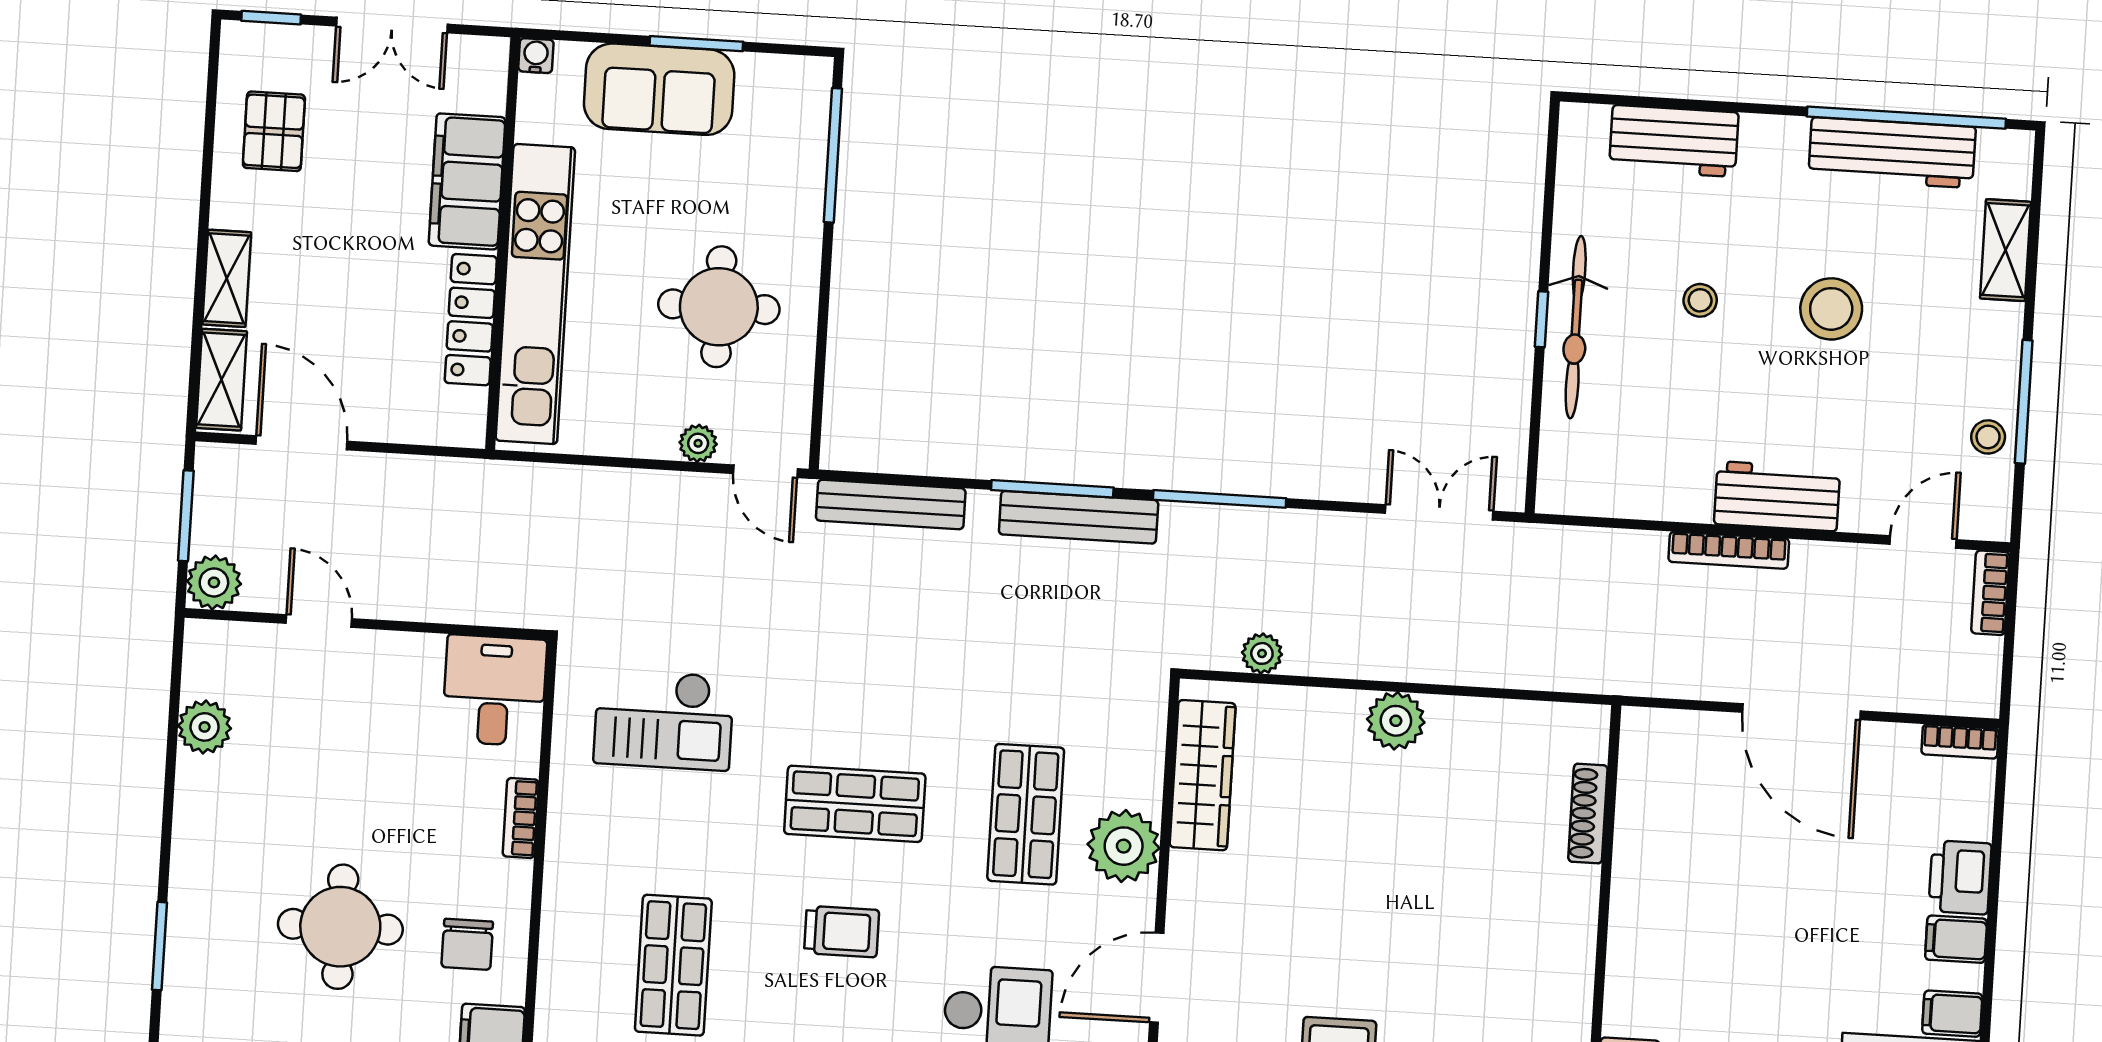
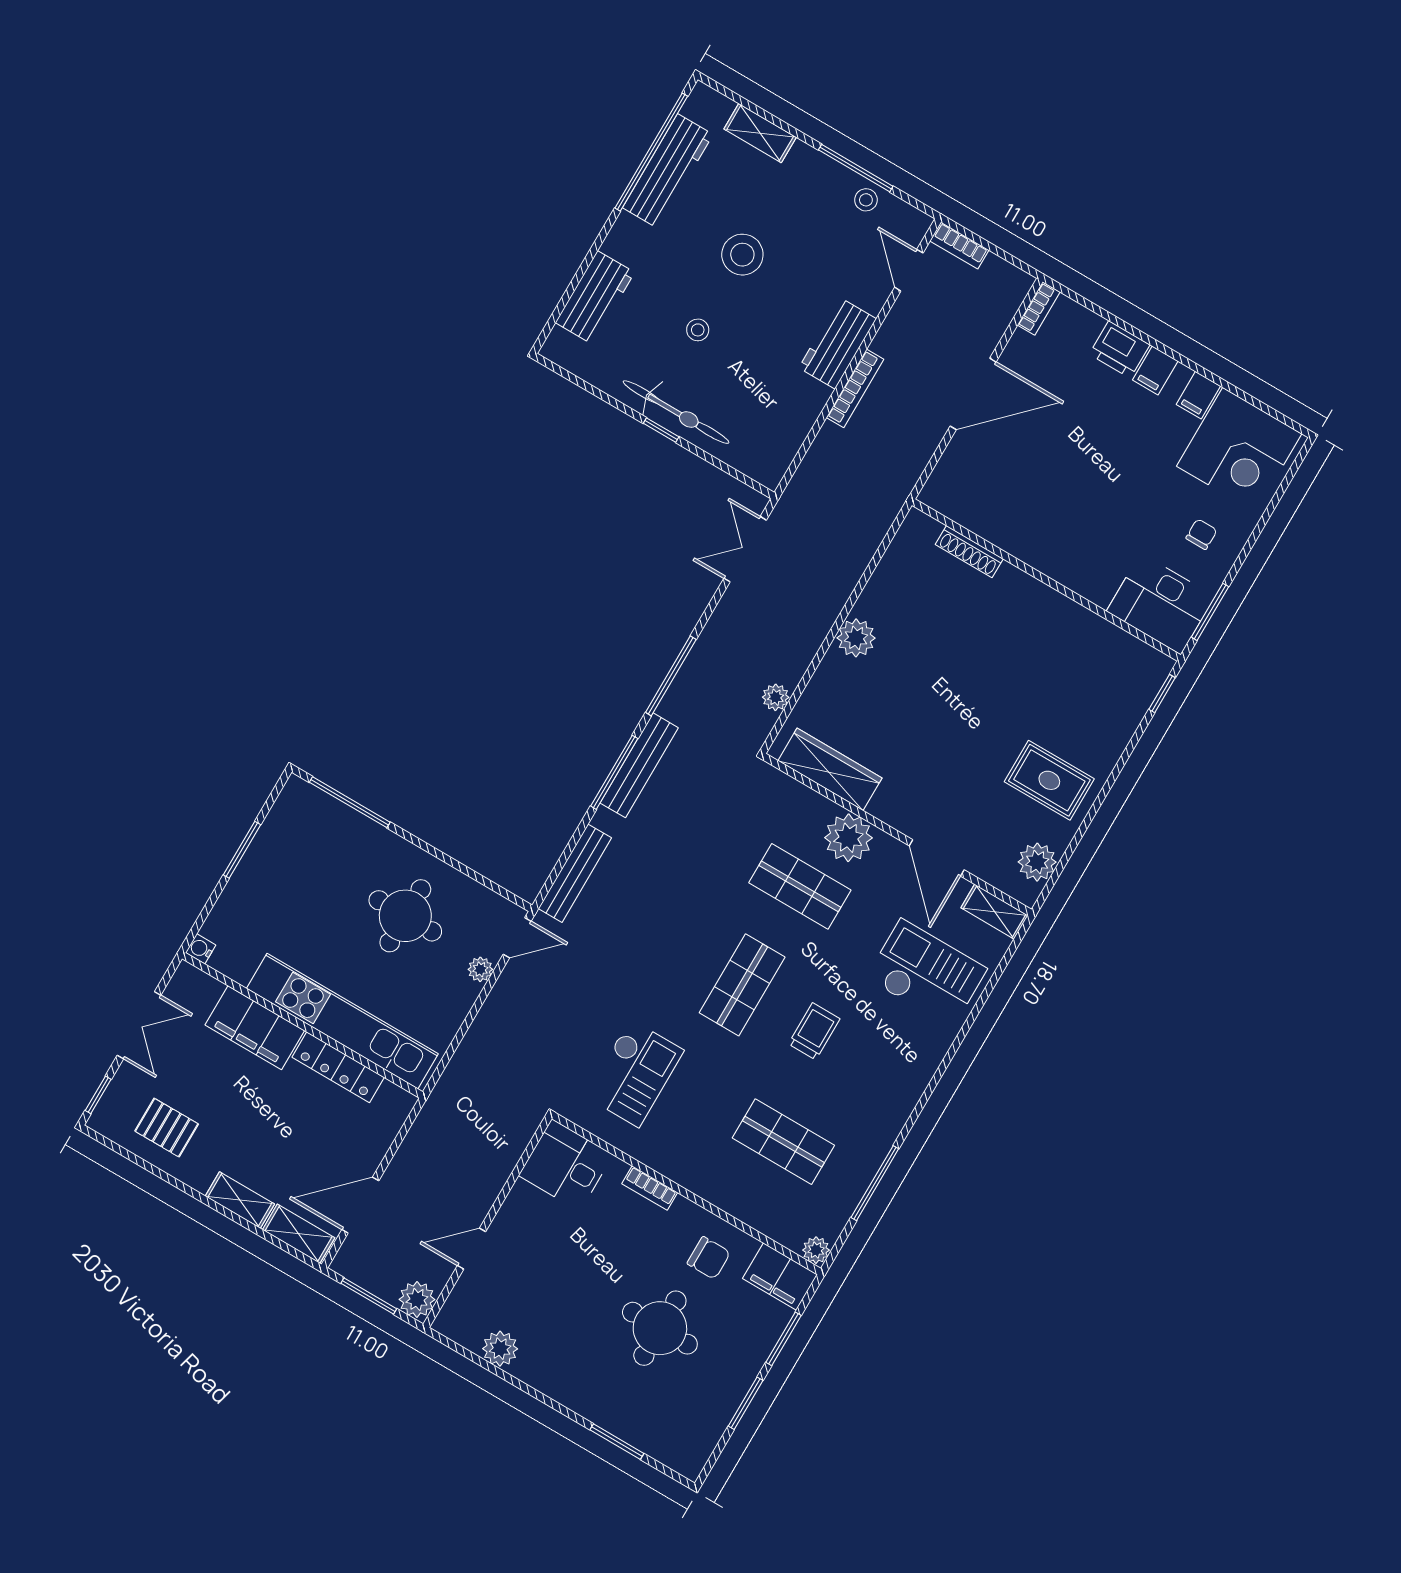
sofa: (659, 89) -> (258, 886), removed

